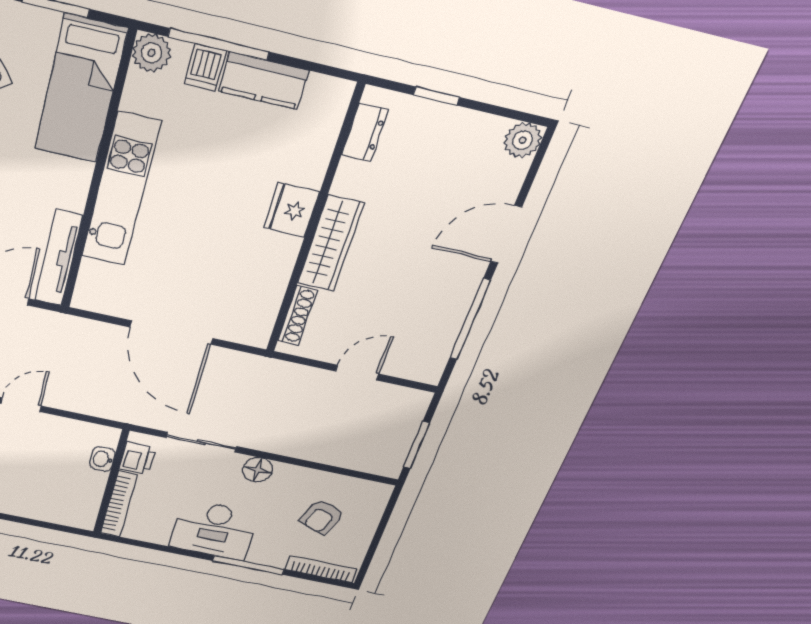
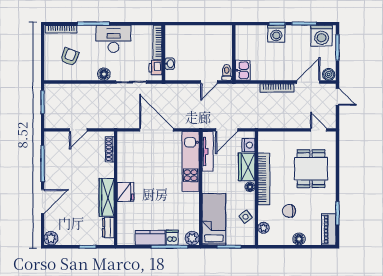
kitchen unit: (121, 190) -> (191, 161), moved
wardrobe: (330, 244) -> (107, 197), moved

